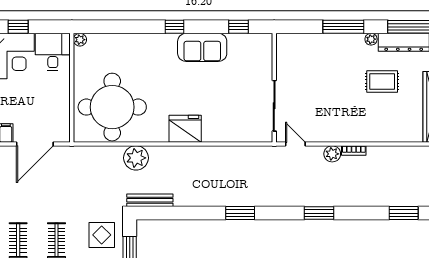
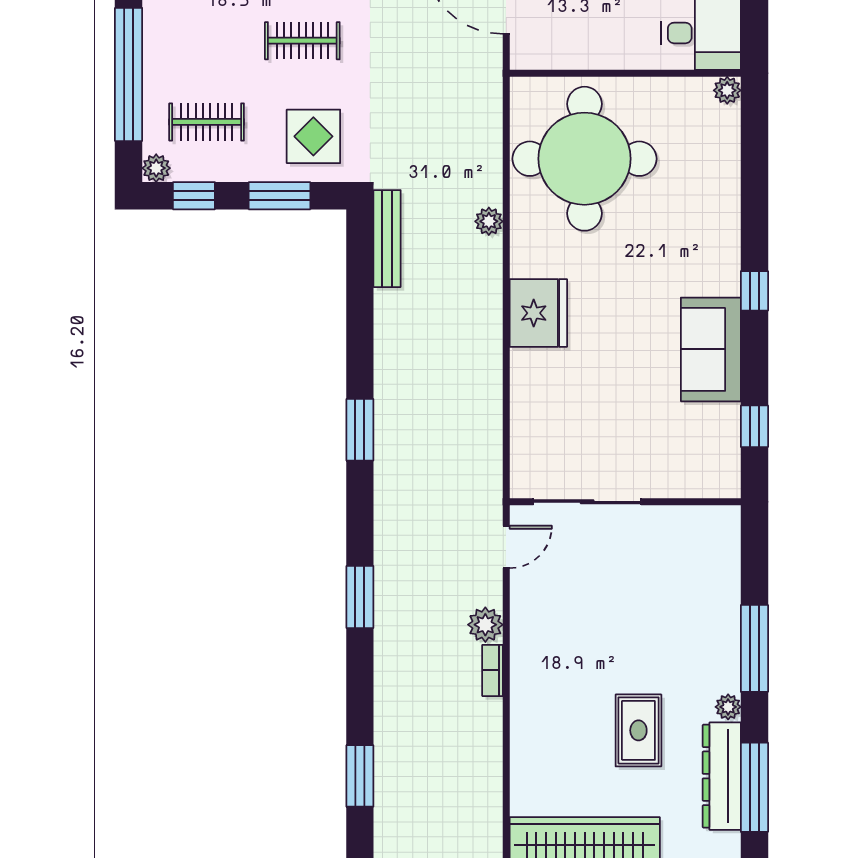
plant: (136, 158) -> (489, 221), width x0.53, depth x0.53

